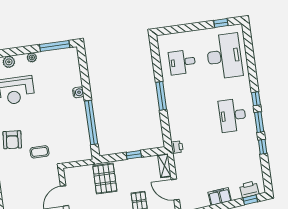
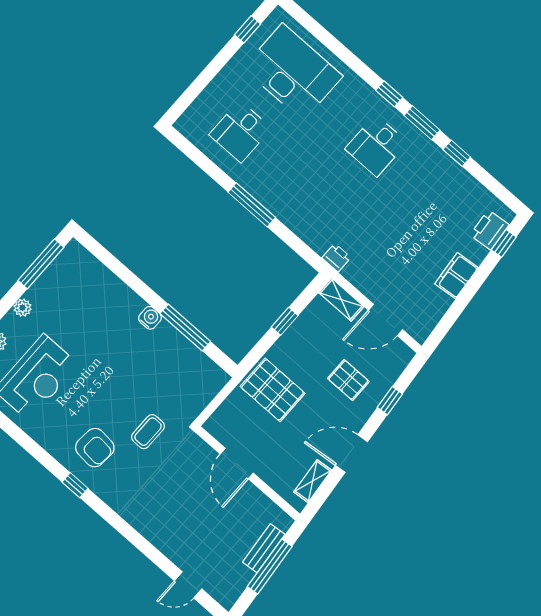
water cooler: (78, 92) -> (150, 318), moved
desk: (233, 115) -> (376, 146), width x0.73
window: (91, 123) -> (185, 327), width x0.68

